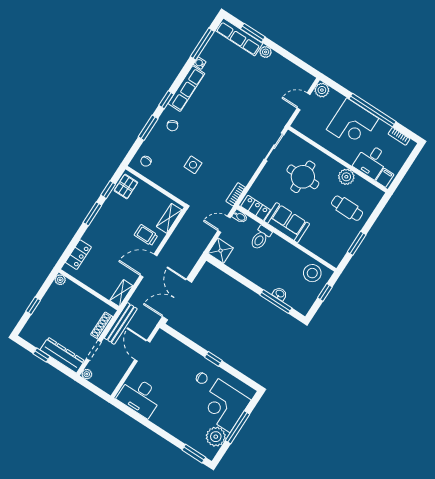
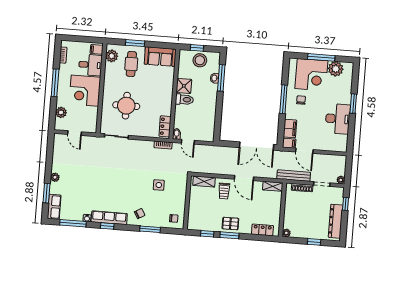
row of seats: (239, 37) -> (54, 207), width x0.68
plant: (322, 90) -> (61, 112), moved
window: (166, 100) -> (107, 226), moved
window: (373, 110) -> (55, 83), width x0.68
corner desk: (352, 124) -> (85, 91), moved, turned 180
plant: (346, 177) -> (112, 56), moved
pallet: (126, 187) -> (230, 224), moved
sofa: (287, 223) -> (160, 57), moved, turned -90
toilet: (261, 238) -> (184, 99), moved
window: (357, 243) -> (135, 43), moved
shower: (221, 251) -> (184, 86), moved
stool: (312, 273) -> (200, 60), moved
filing cabinet: (160, 338) -> (289, 143), added
filing cabinet: (176, 348) -> (290, 129), added
door: (142, 351) -> (304, 151), hinge flipped
window: (42, 355) -> (346, 204), moved
dresser: (62, 355) -> (336, 221), moved
window: (213, 359) -> (283, 99), width x2.17
desk: (140, 397) -> (338, 119), moved
window: (194, 454) -> (353, 104), moved

